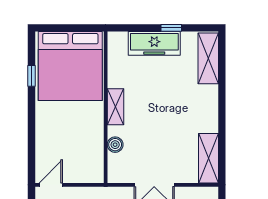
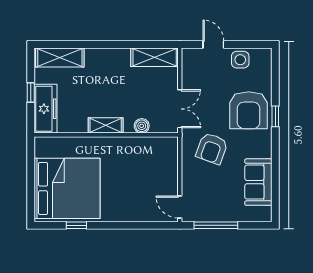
wall: (106, 107) -> (106, 135), moved
shelving: (116, 107) -> (106, 125), moved
boiler: (115, 145) -> (142, 126), moved

